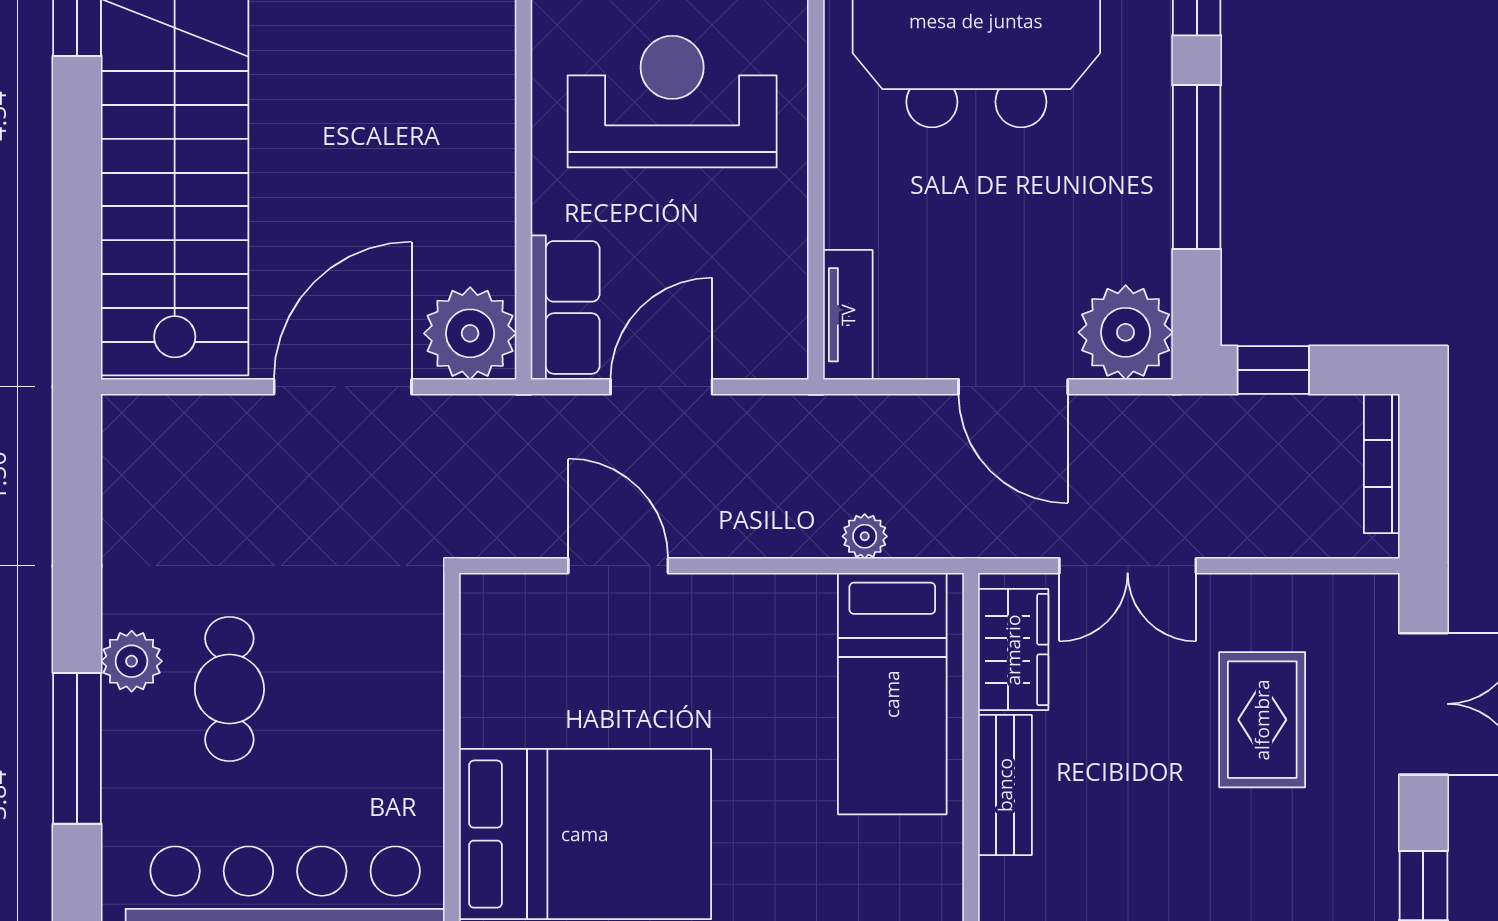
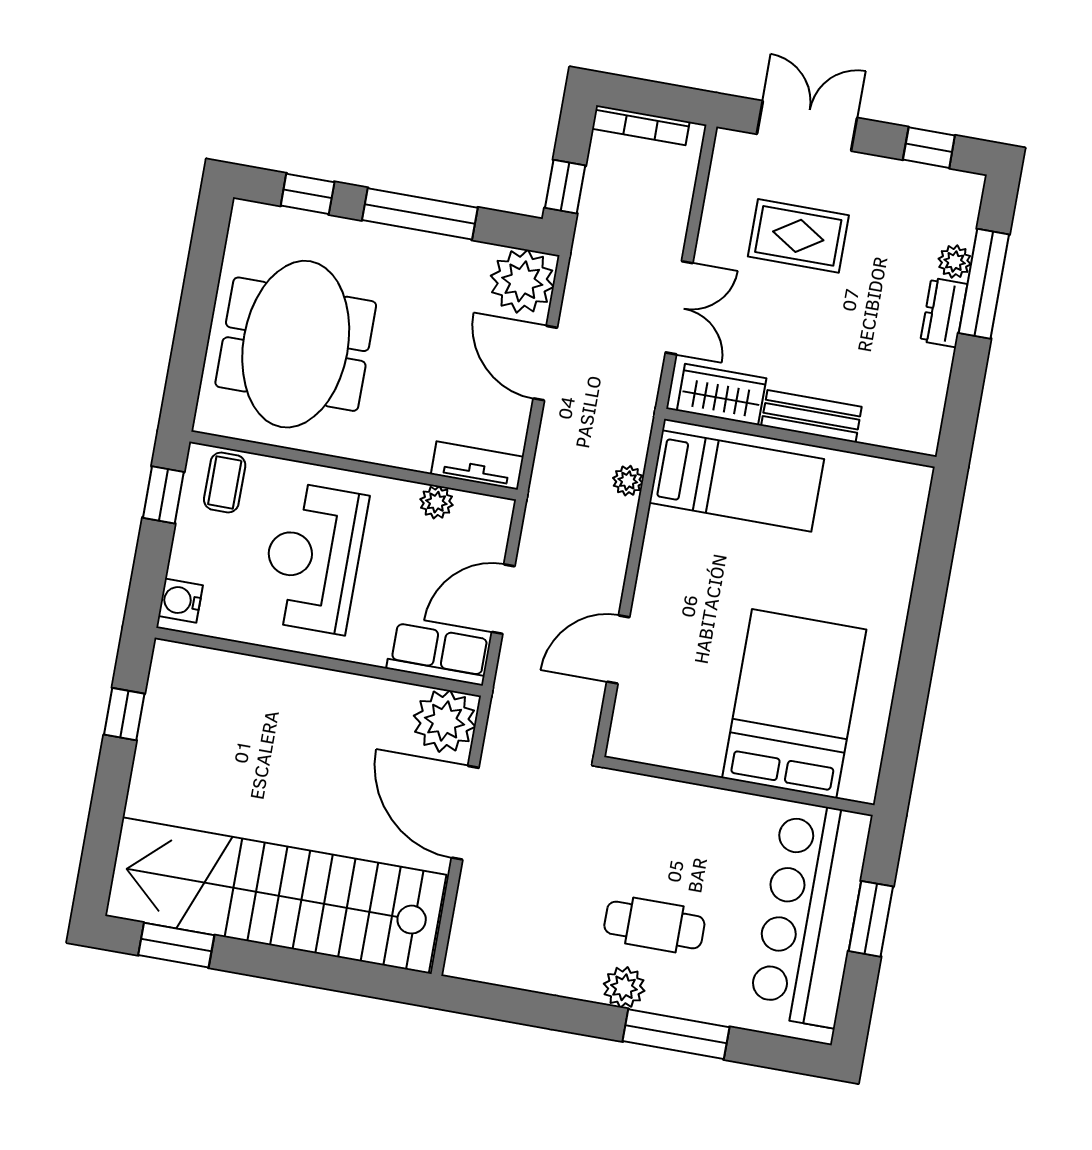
plant: (784, 265) -> (436, 502), added
door: (661, 387) -> (503, 599), hinge flipped
door: (1013, 387) -> (545, 363), swing flipped

